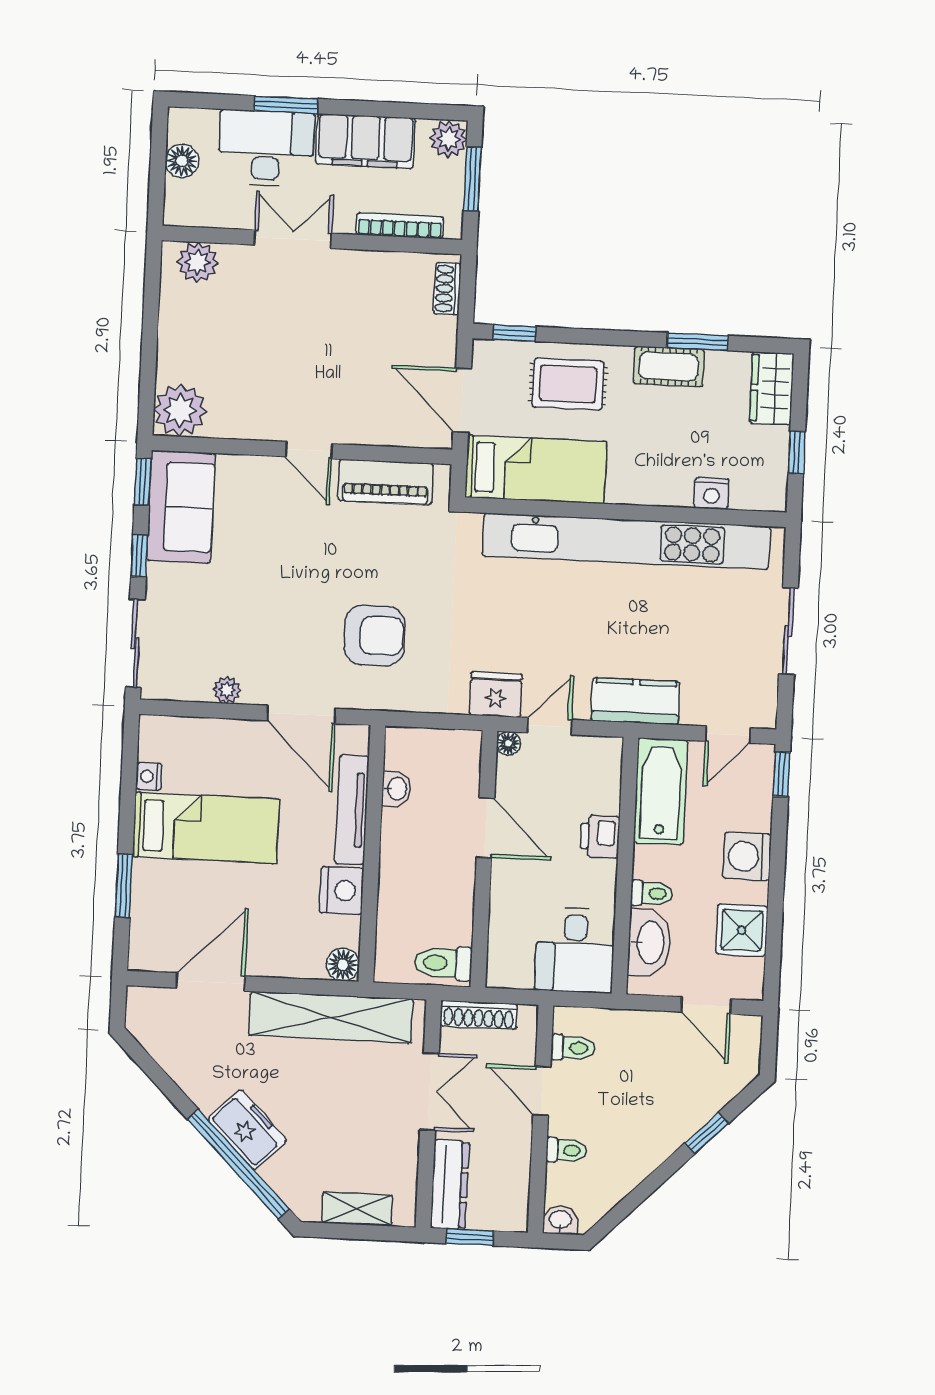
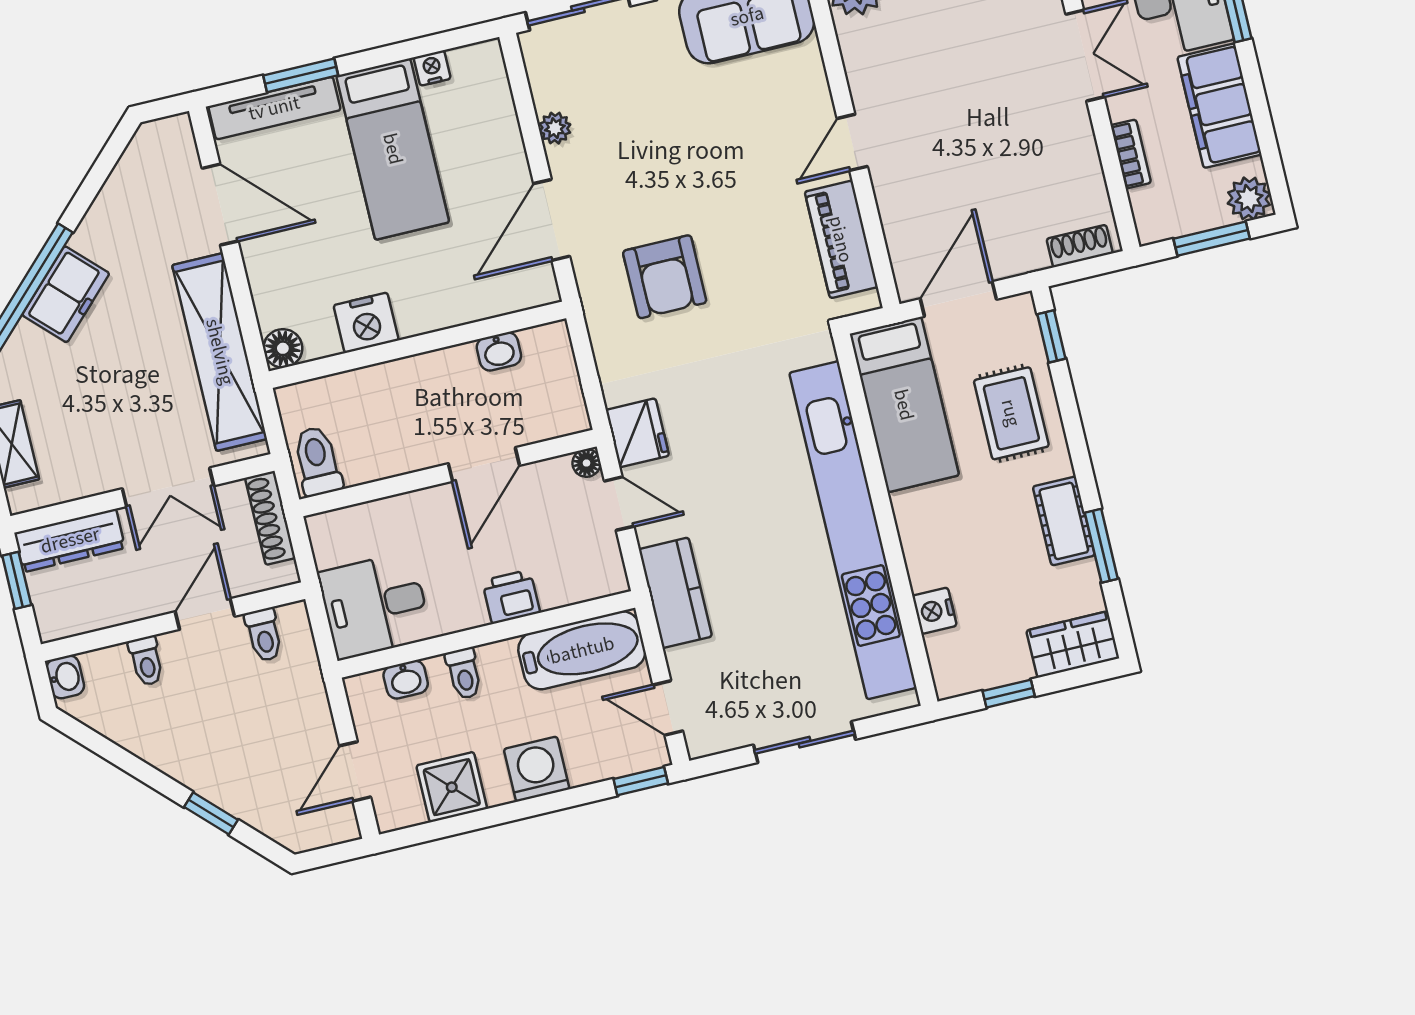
bookcase: (400, 226) -> (1131, 154), width x0.64
tv unit: (352, 810) -> (274, 108), moved, turned 180
washbasin: (649, 943) -> (406, 680), width x0.52, depth x0.69

